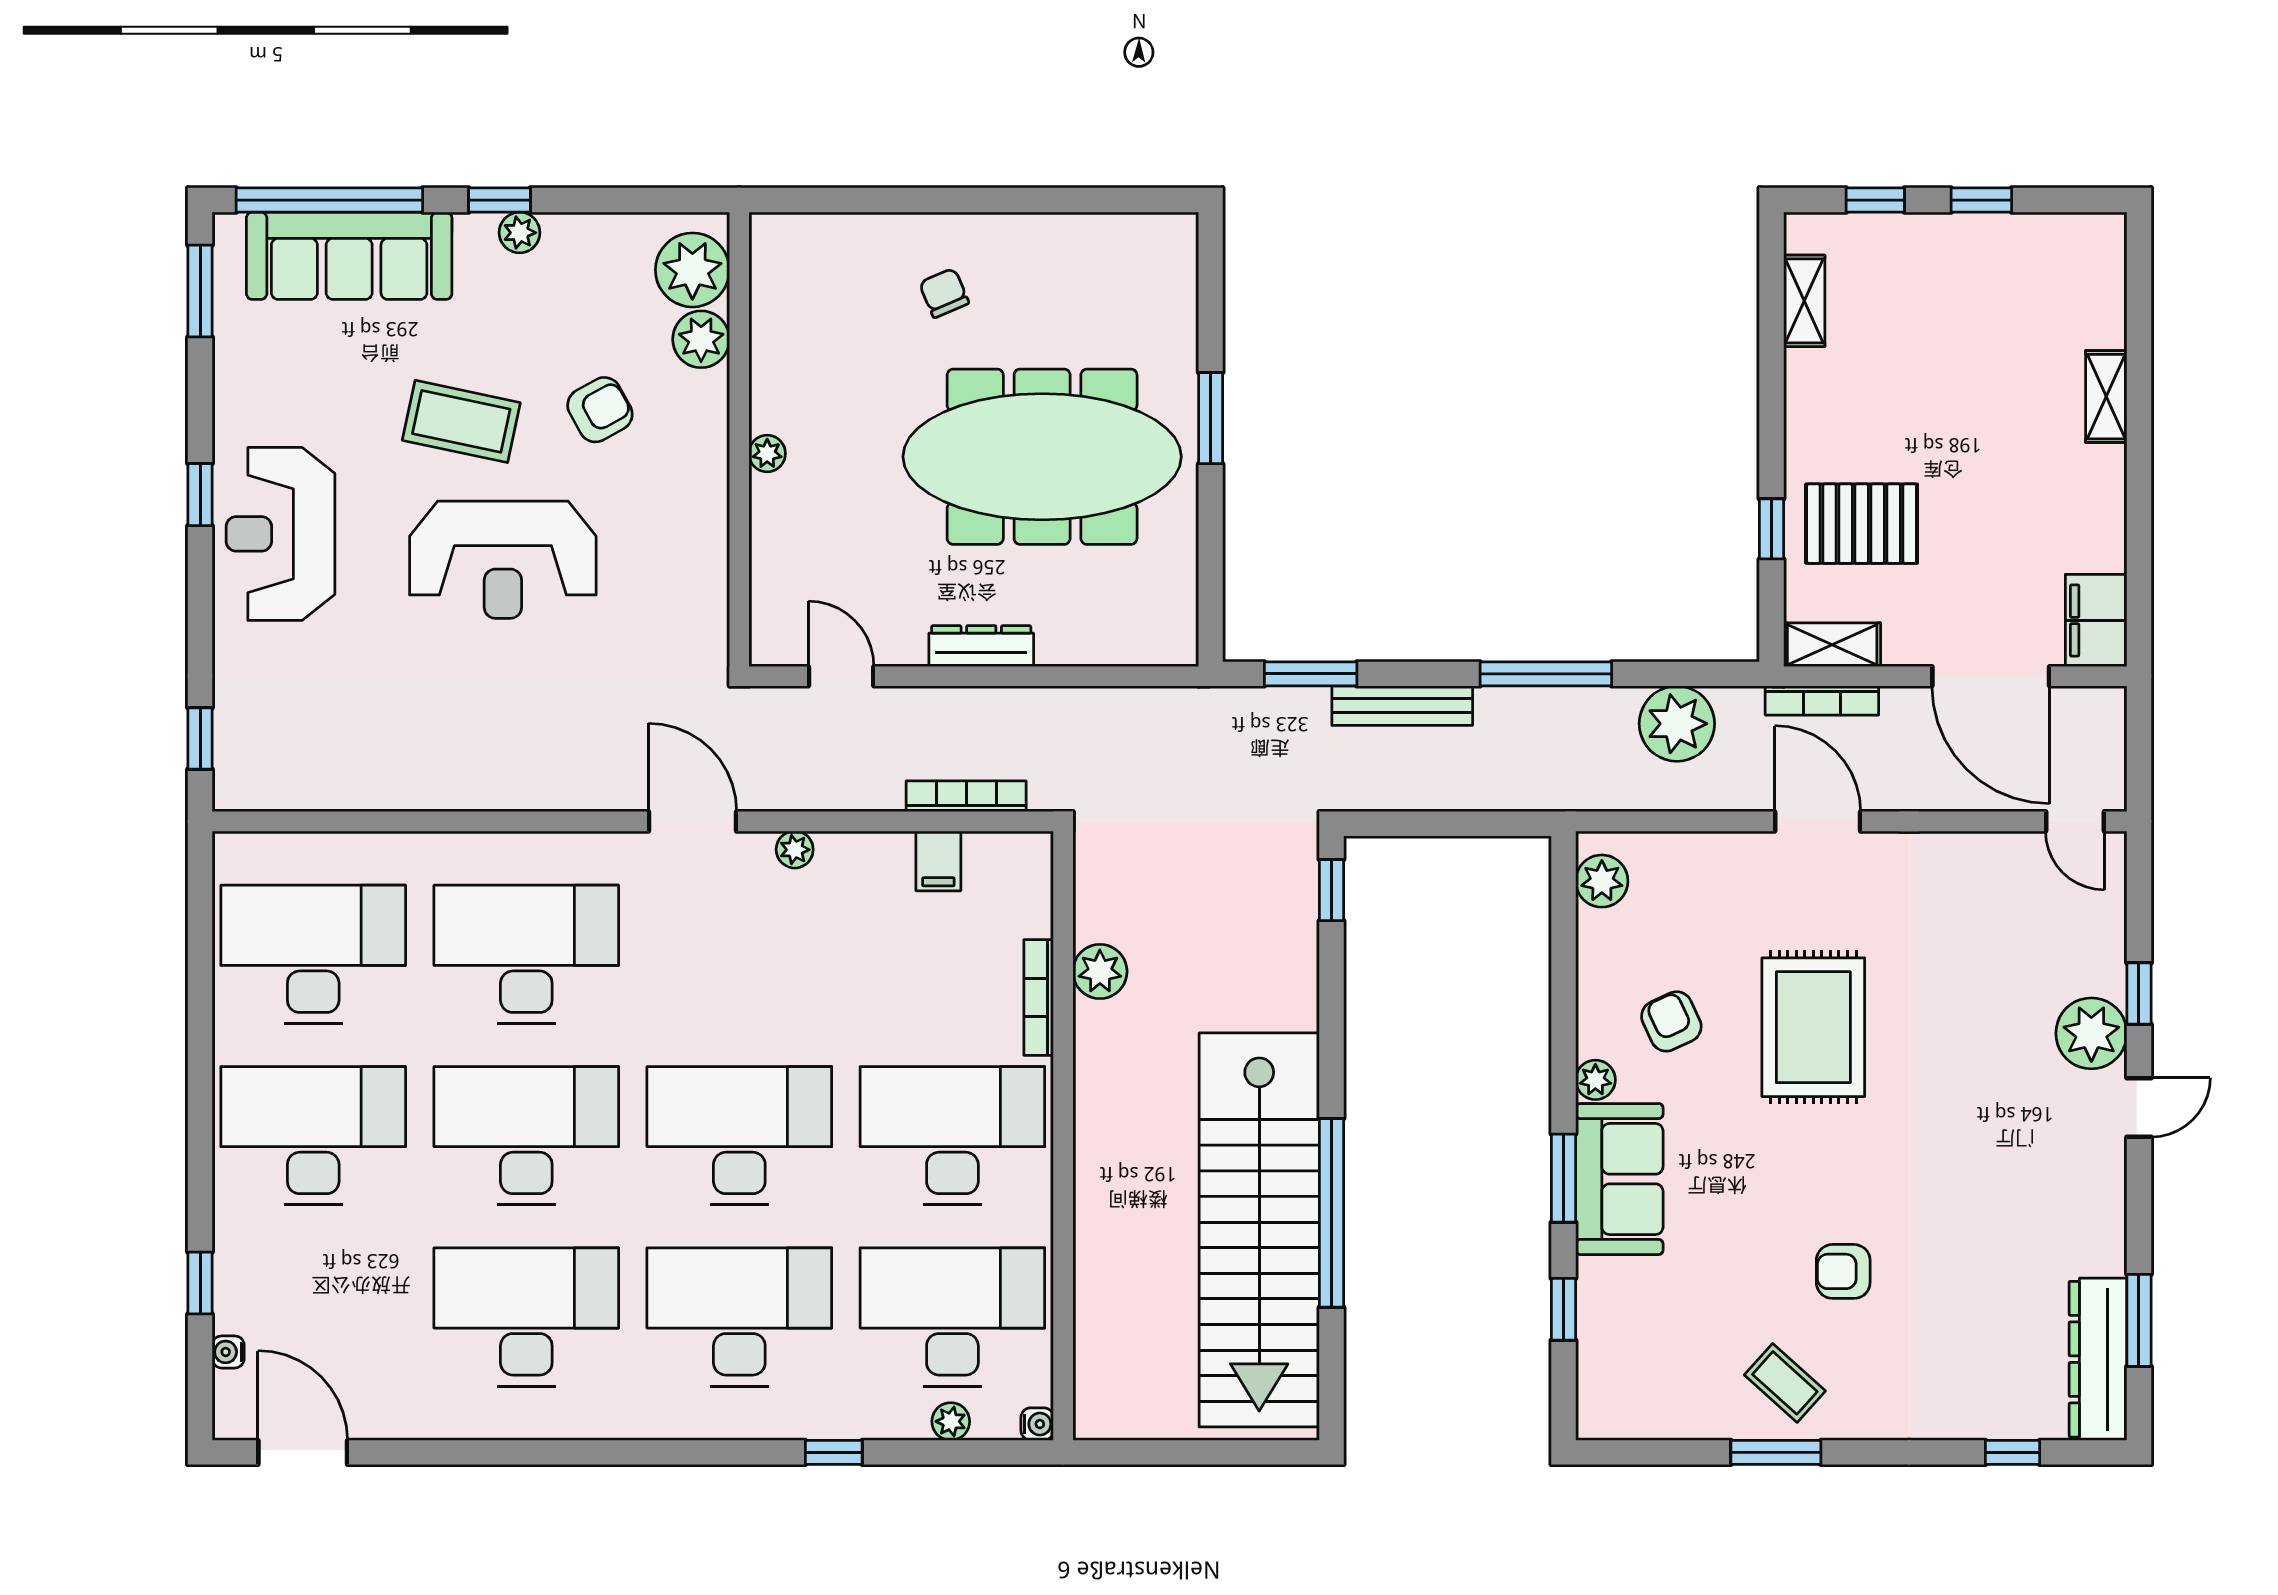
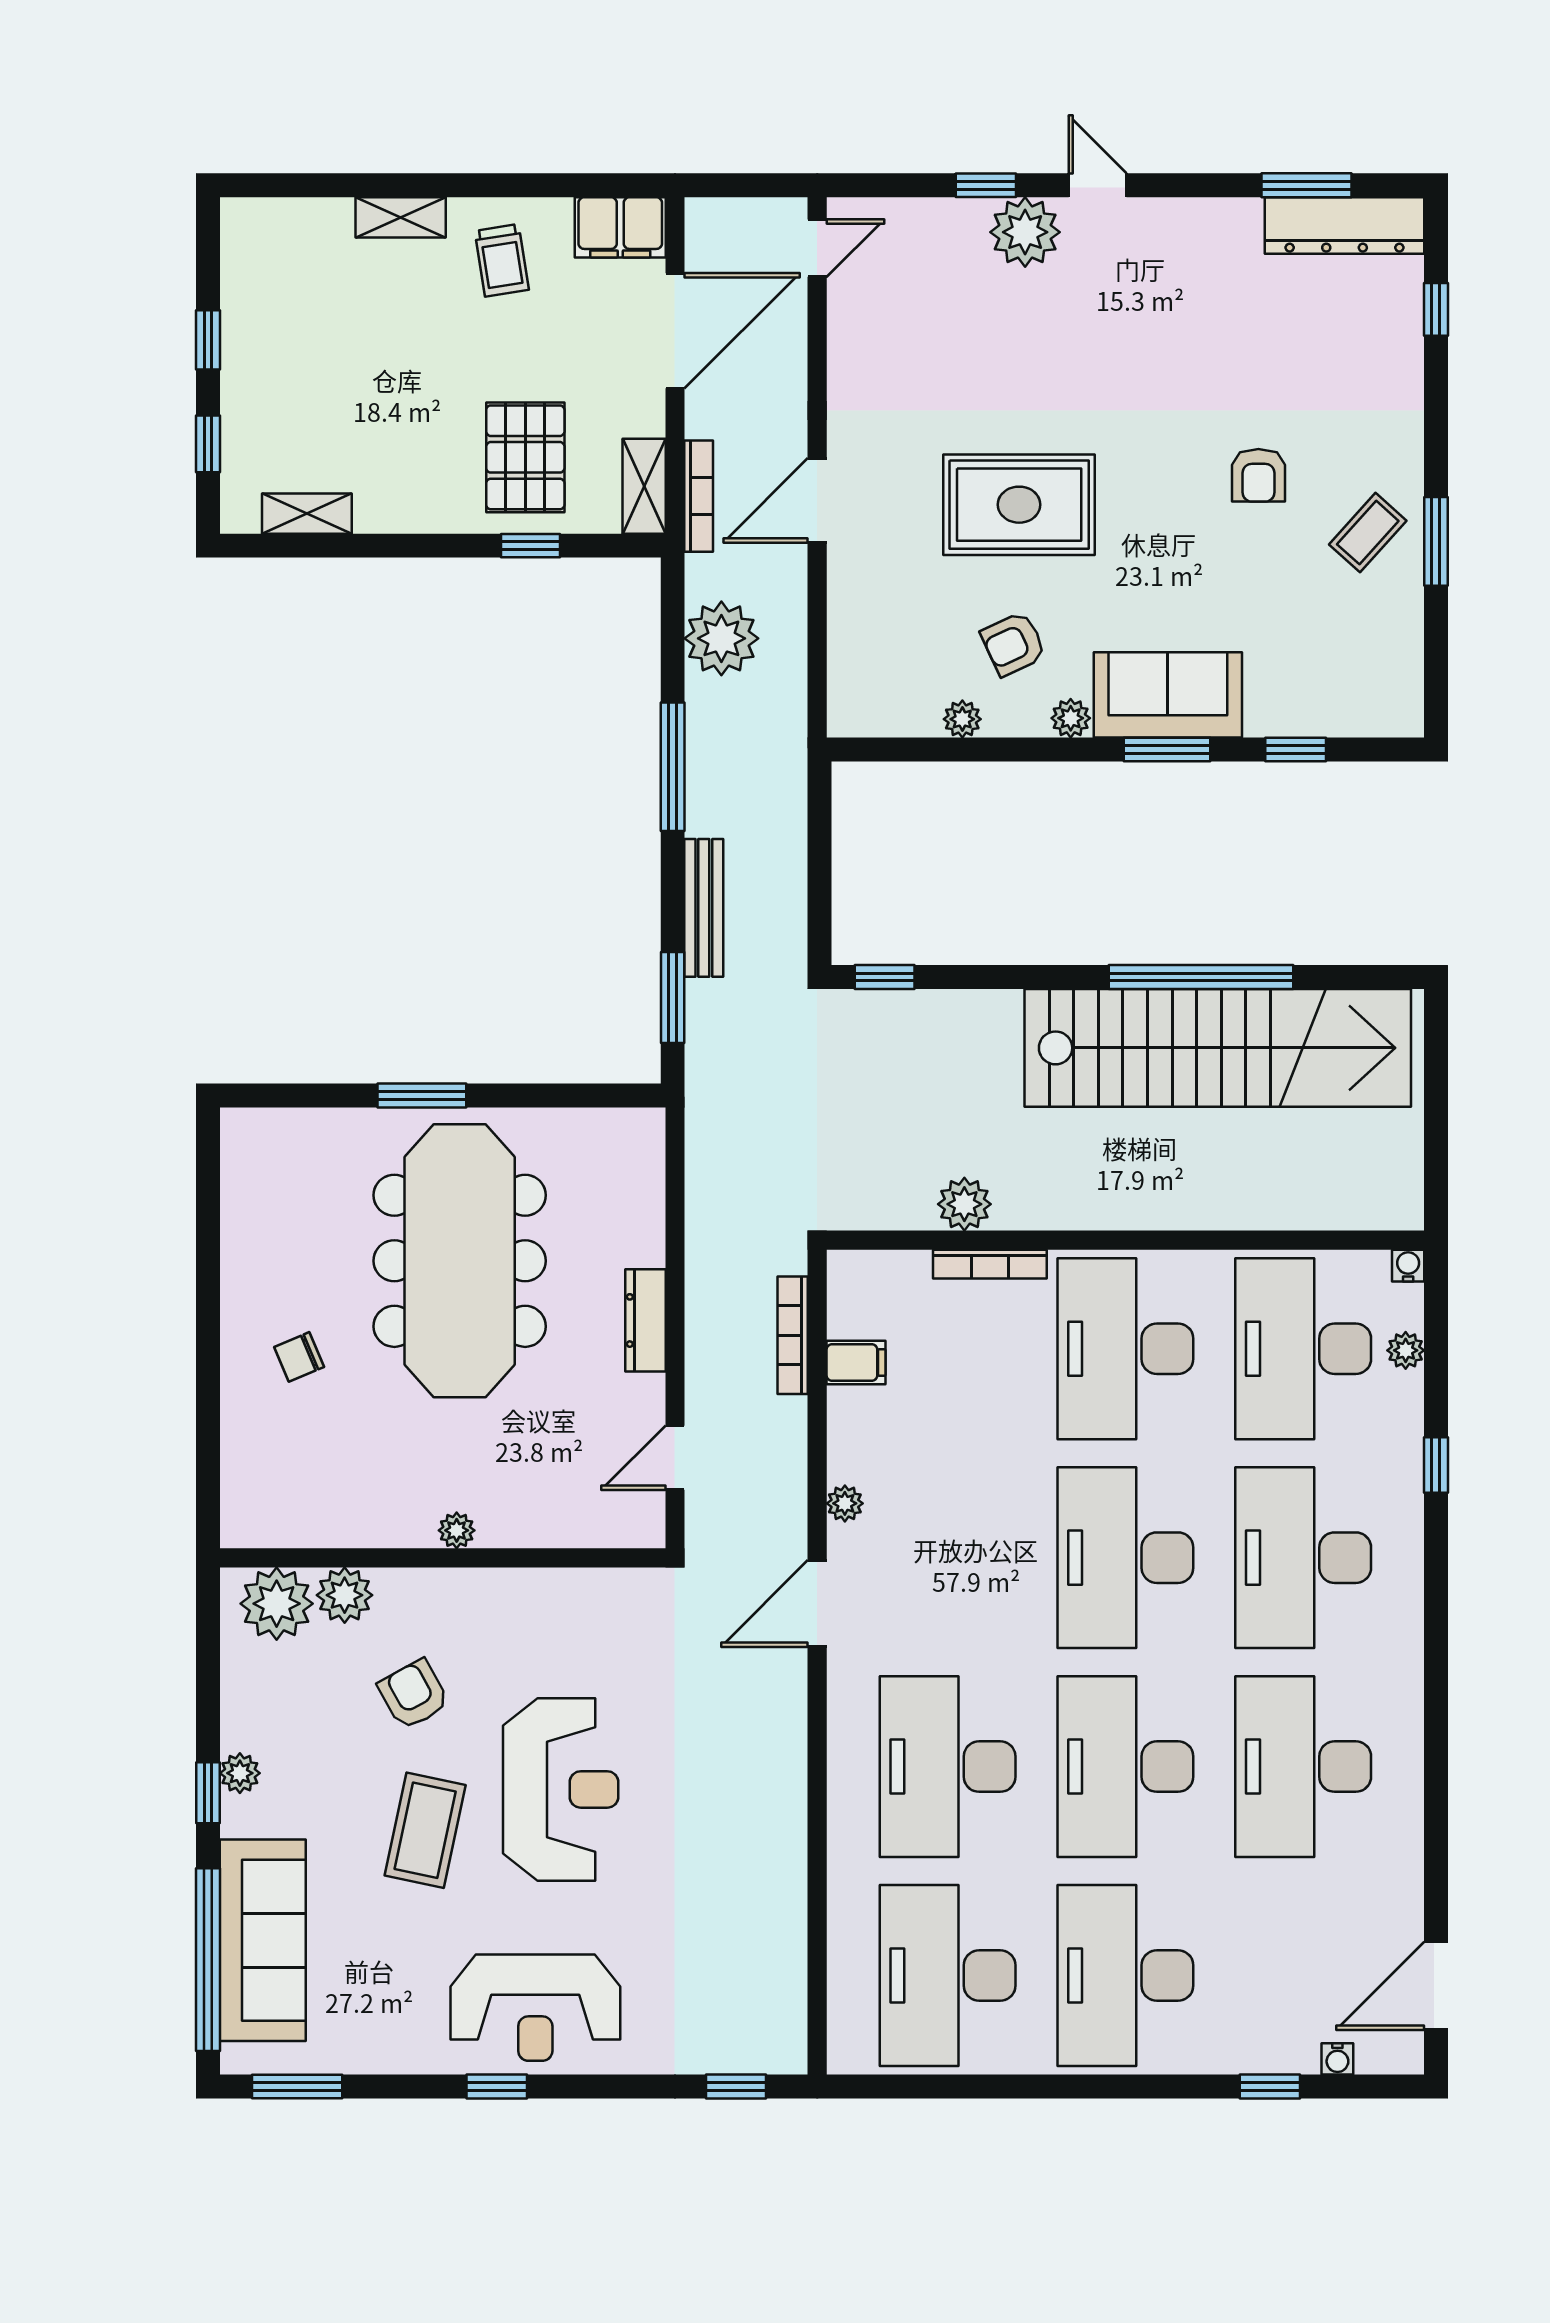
trolley: (2062, 500) -> (502, 260), added
plant: (1602, 881) -> (962, 719), moved, width x0.73, depth x0.73

